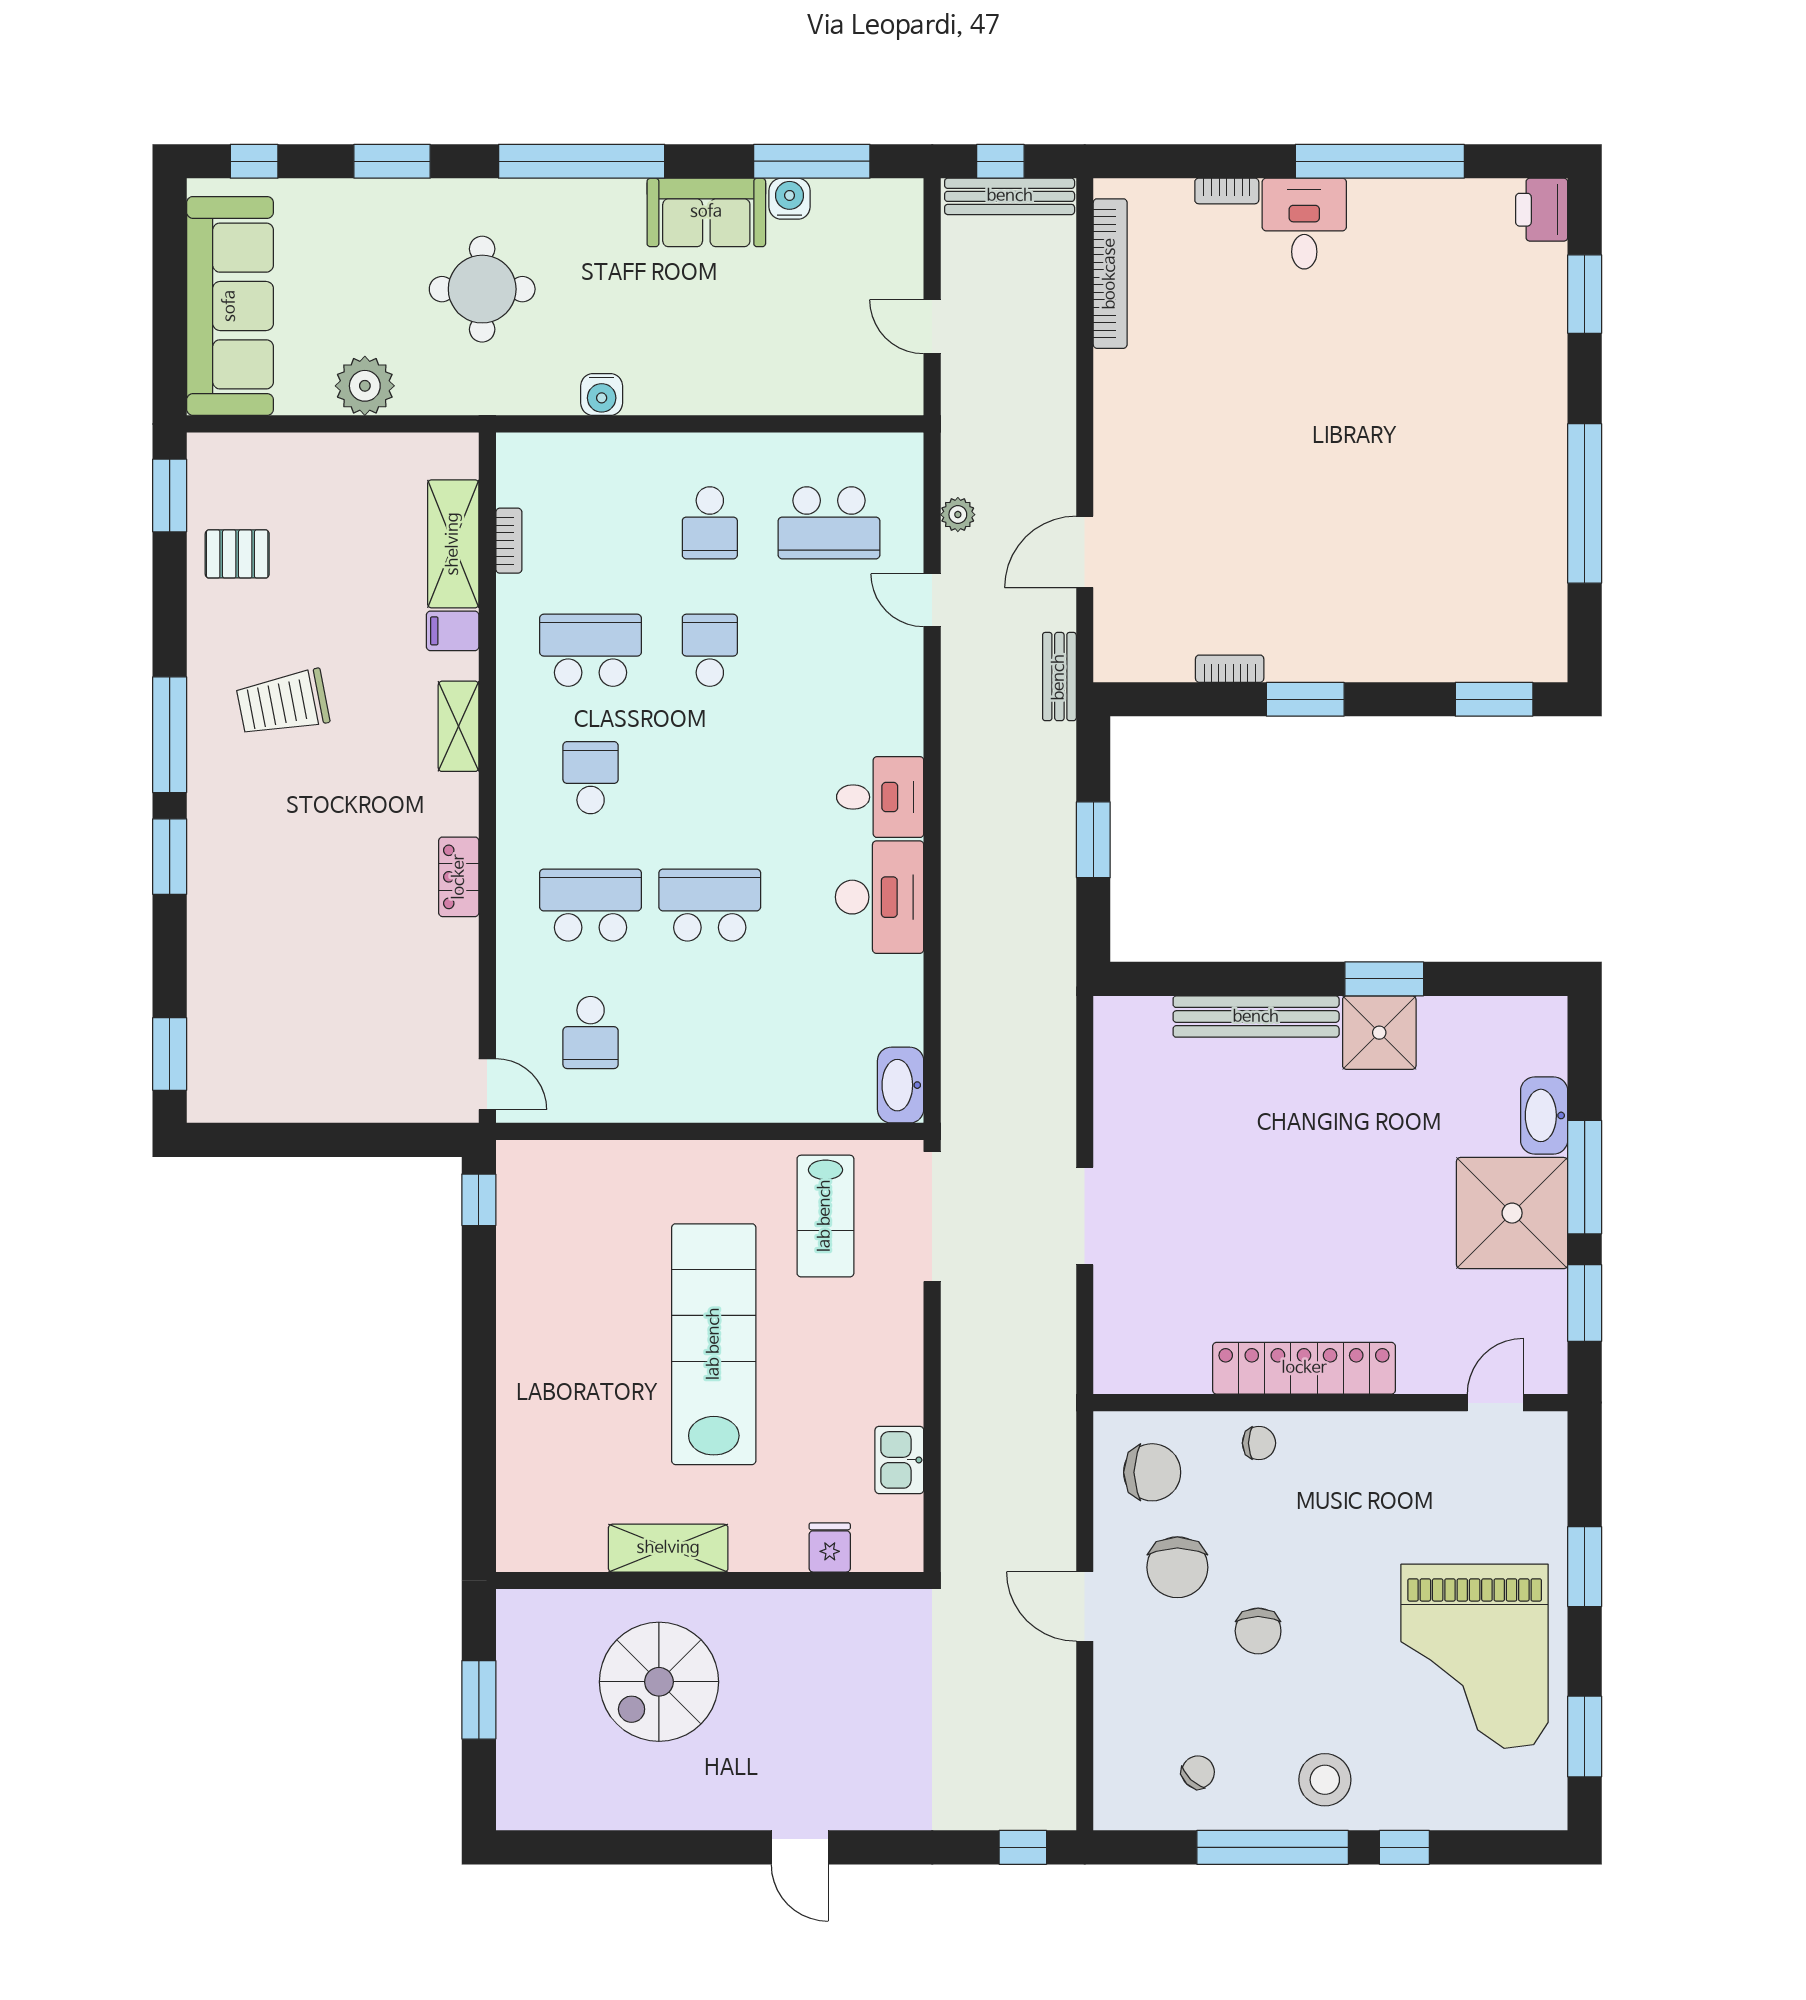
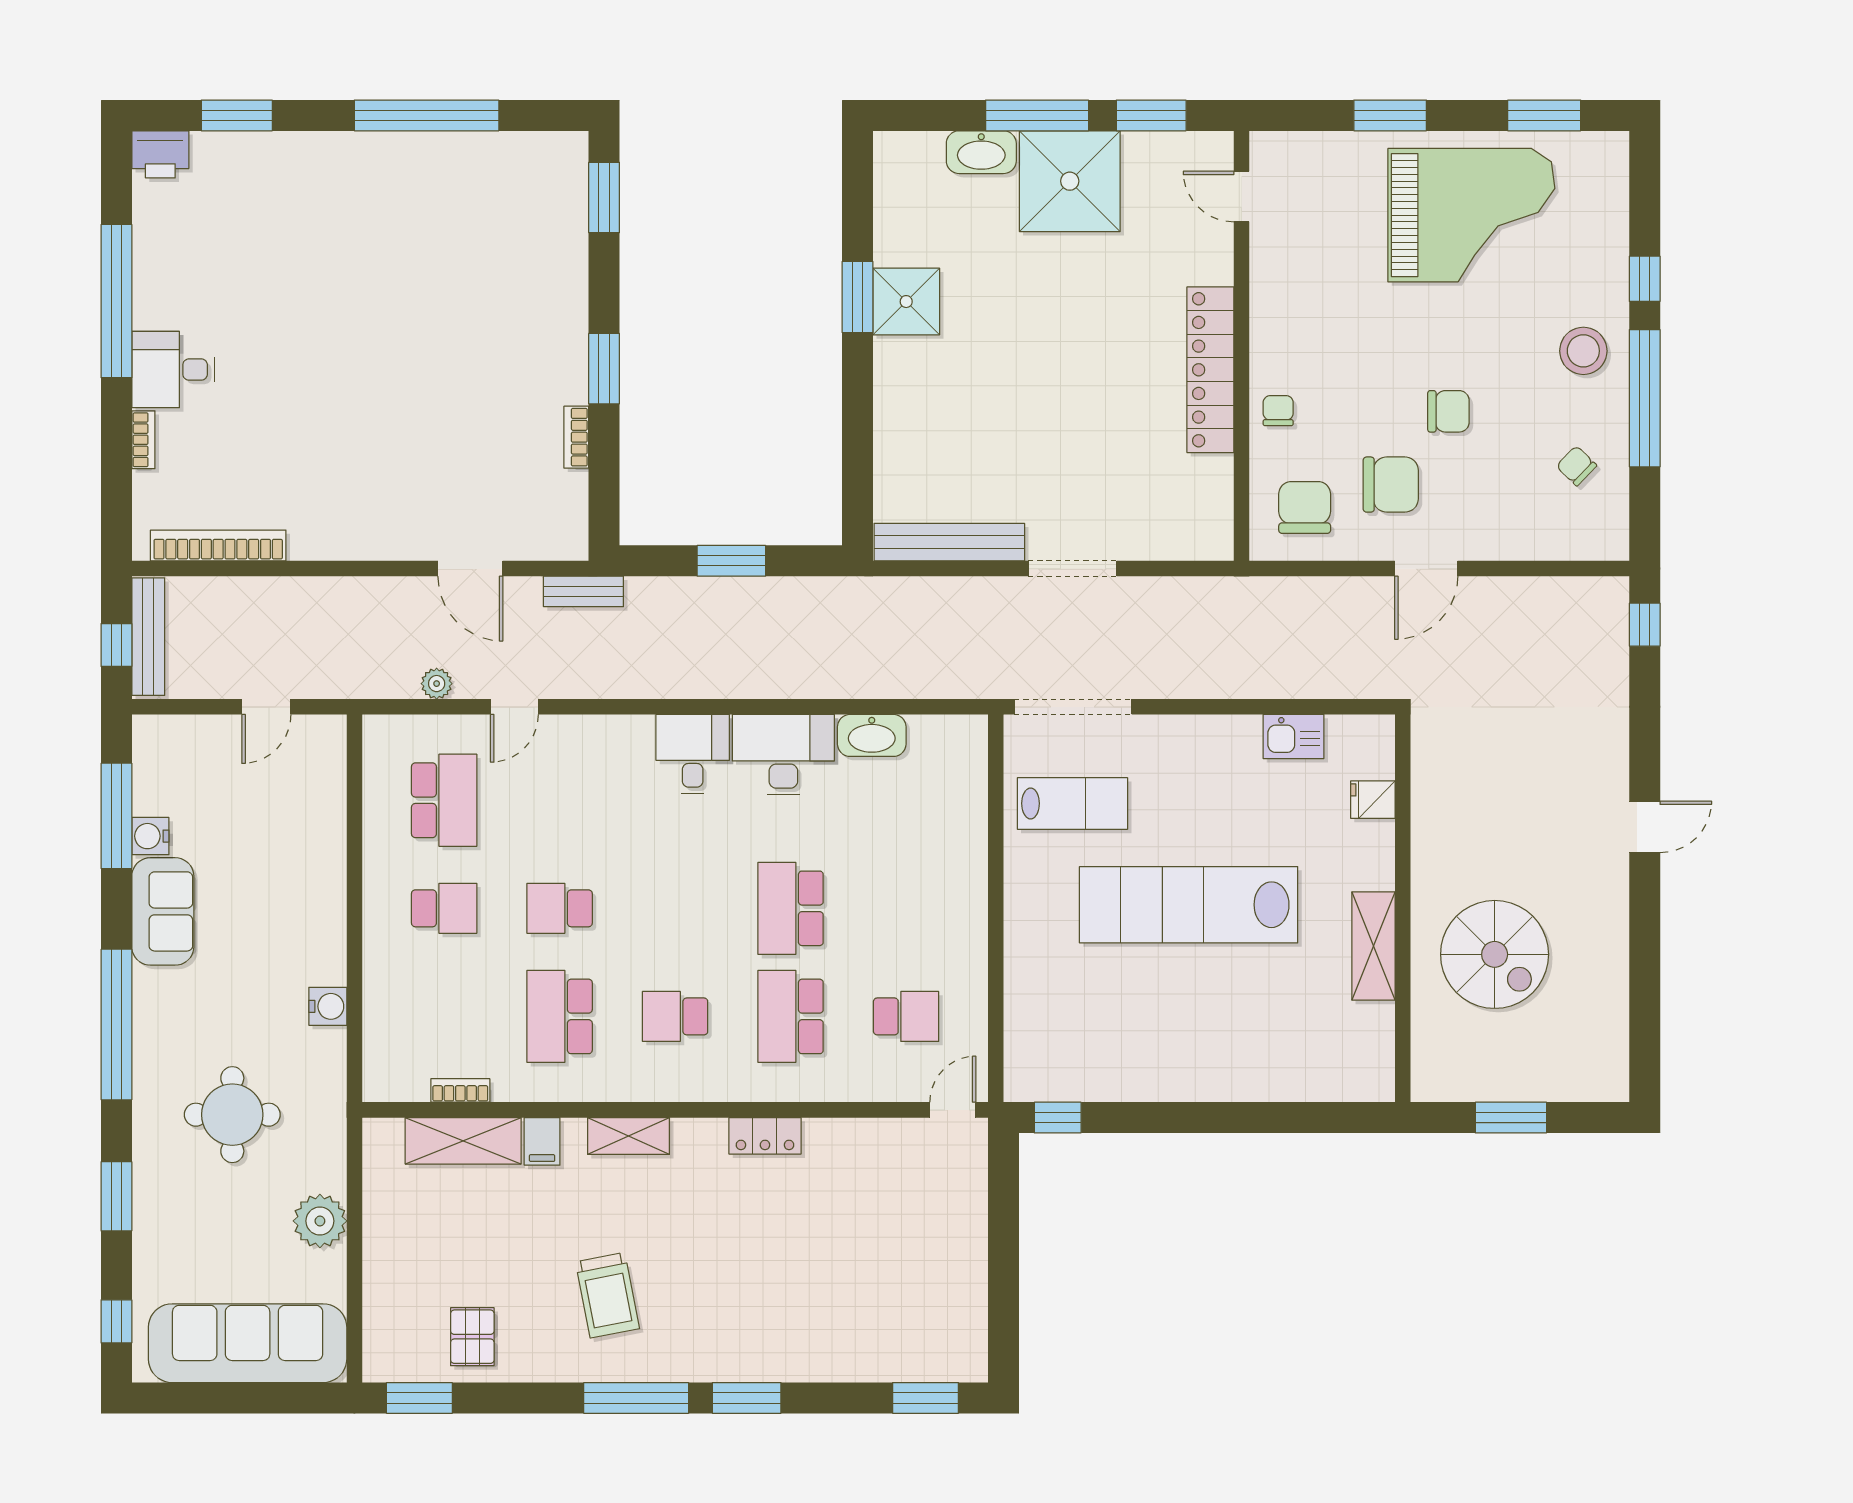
bench: (1256, 1017) -> (949, 542), moved, turned 90
washbasin: (901, 1085) -> (872, 735), moved

